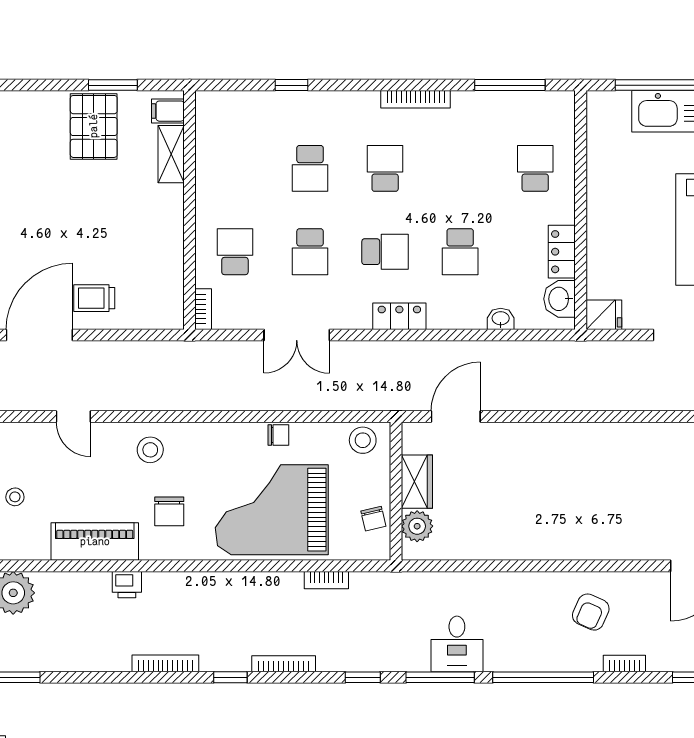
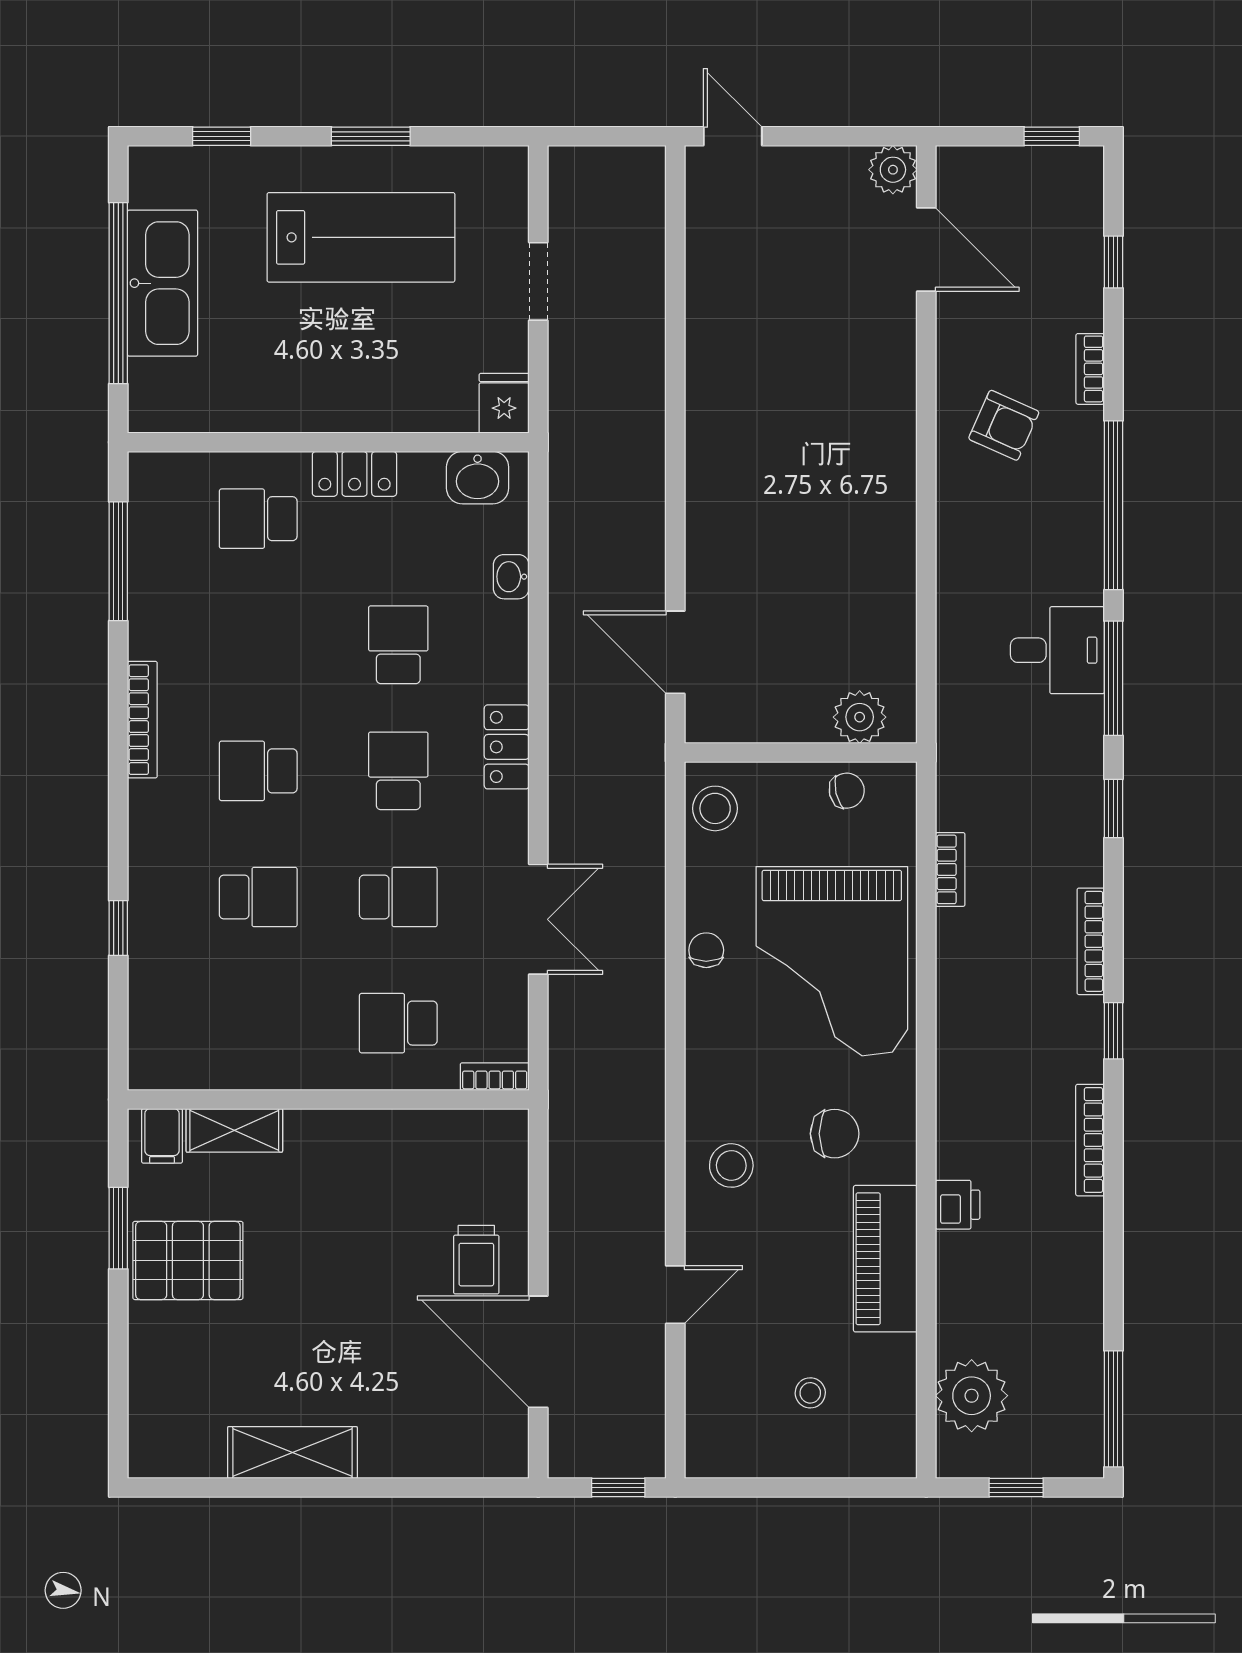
school desk: (460, 252) -> (398, 645), turned -90
locker: (562, 252) -> (354, 474), moved
wardrobe: (417, 482) -> (785, 717), removed

